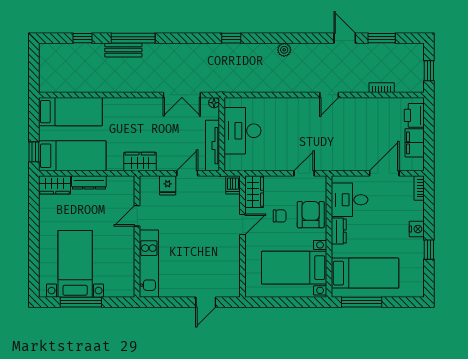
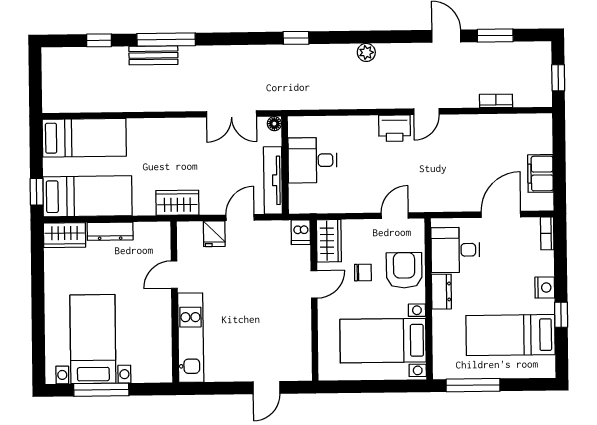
printer: (414, 115) -> (395, 128), moved, turned -90
desk: (242, 131) -> (312, 160), width x0.73
bed: (365, 273) -> (510, 335), moved, turned 180

